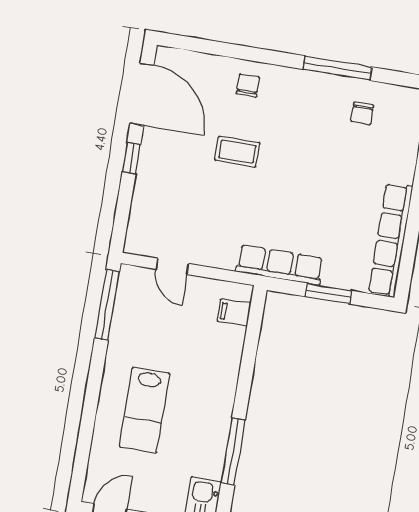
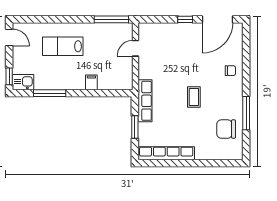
chair: (362, 113) -> (226, 129), width x1.87, depth x1.87
coffee table: (237, 152) -> (194, 97), moved
filing cabinet: (234, 313) -> (91, 82), moved

